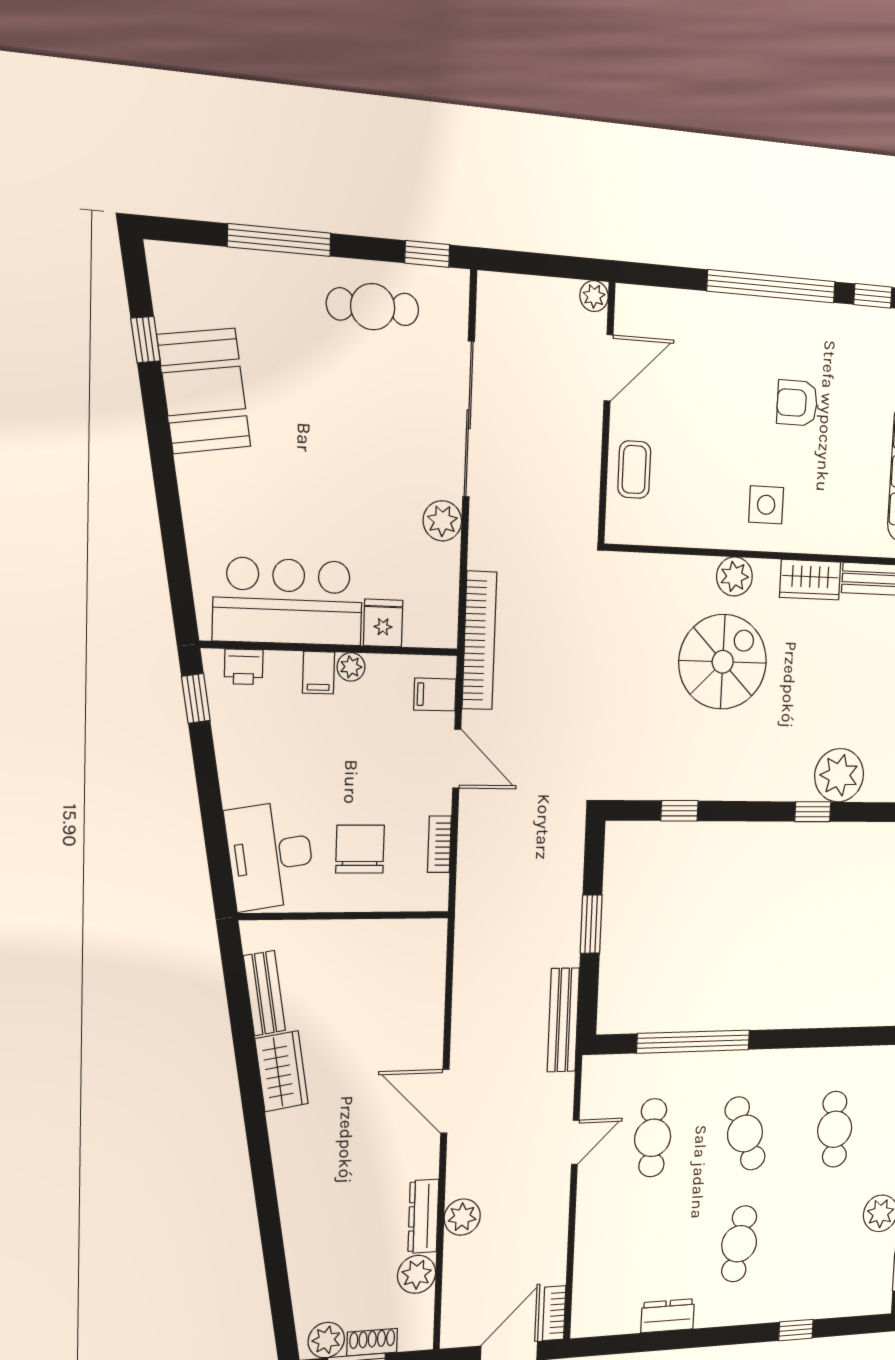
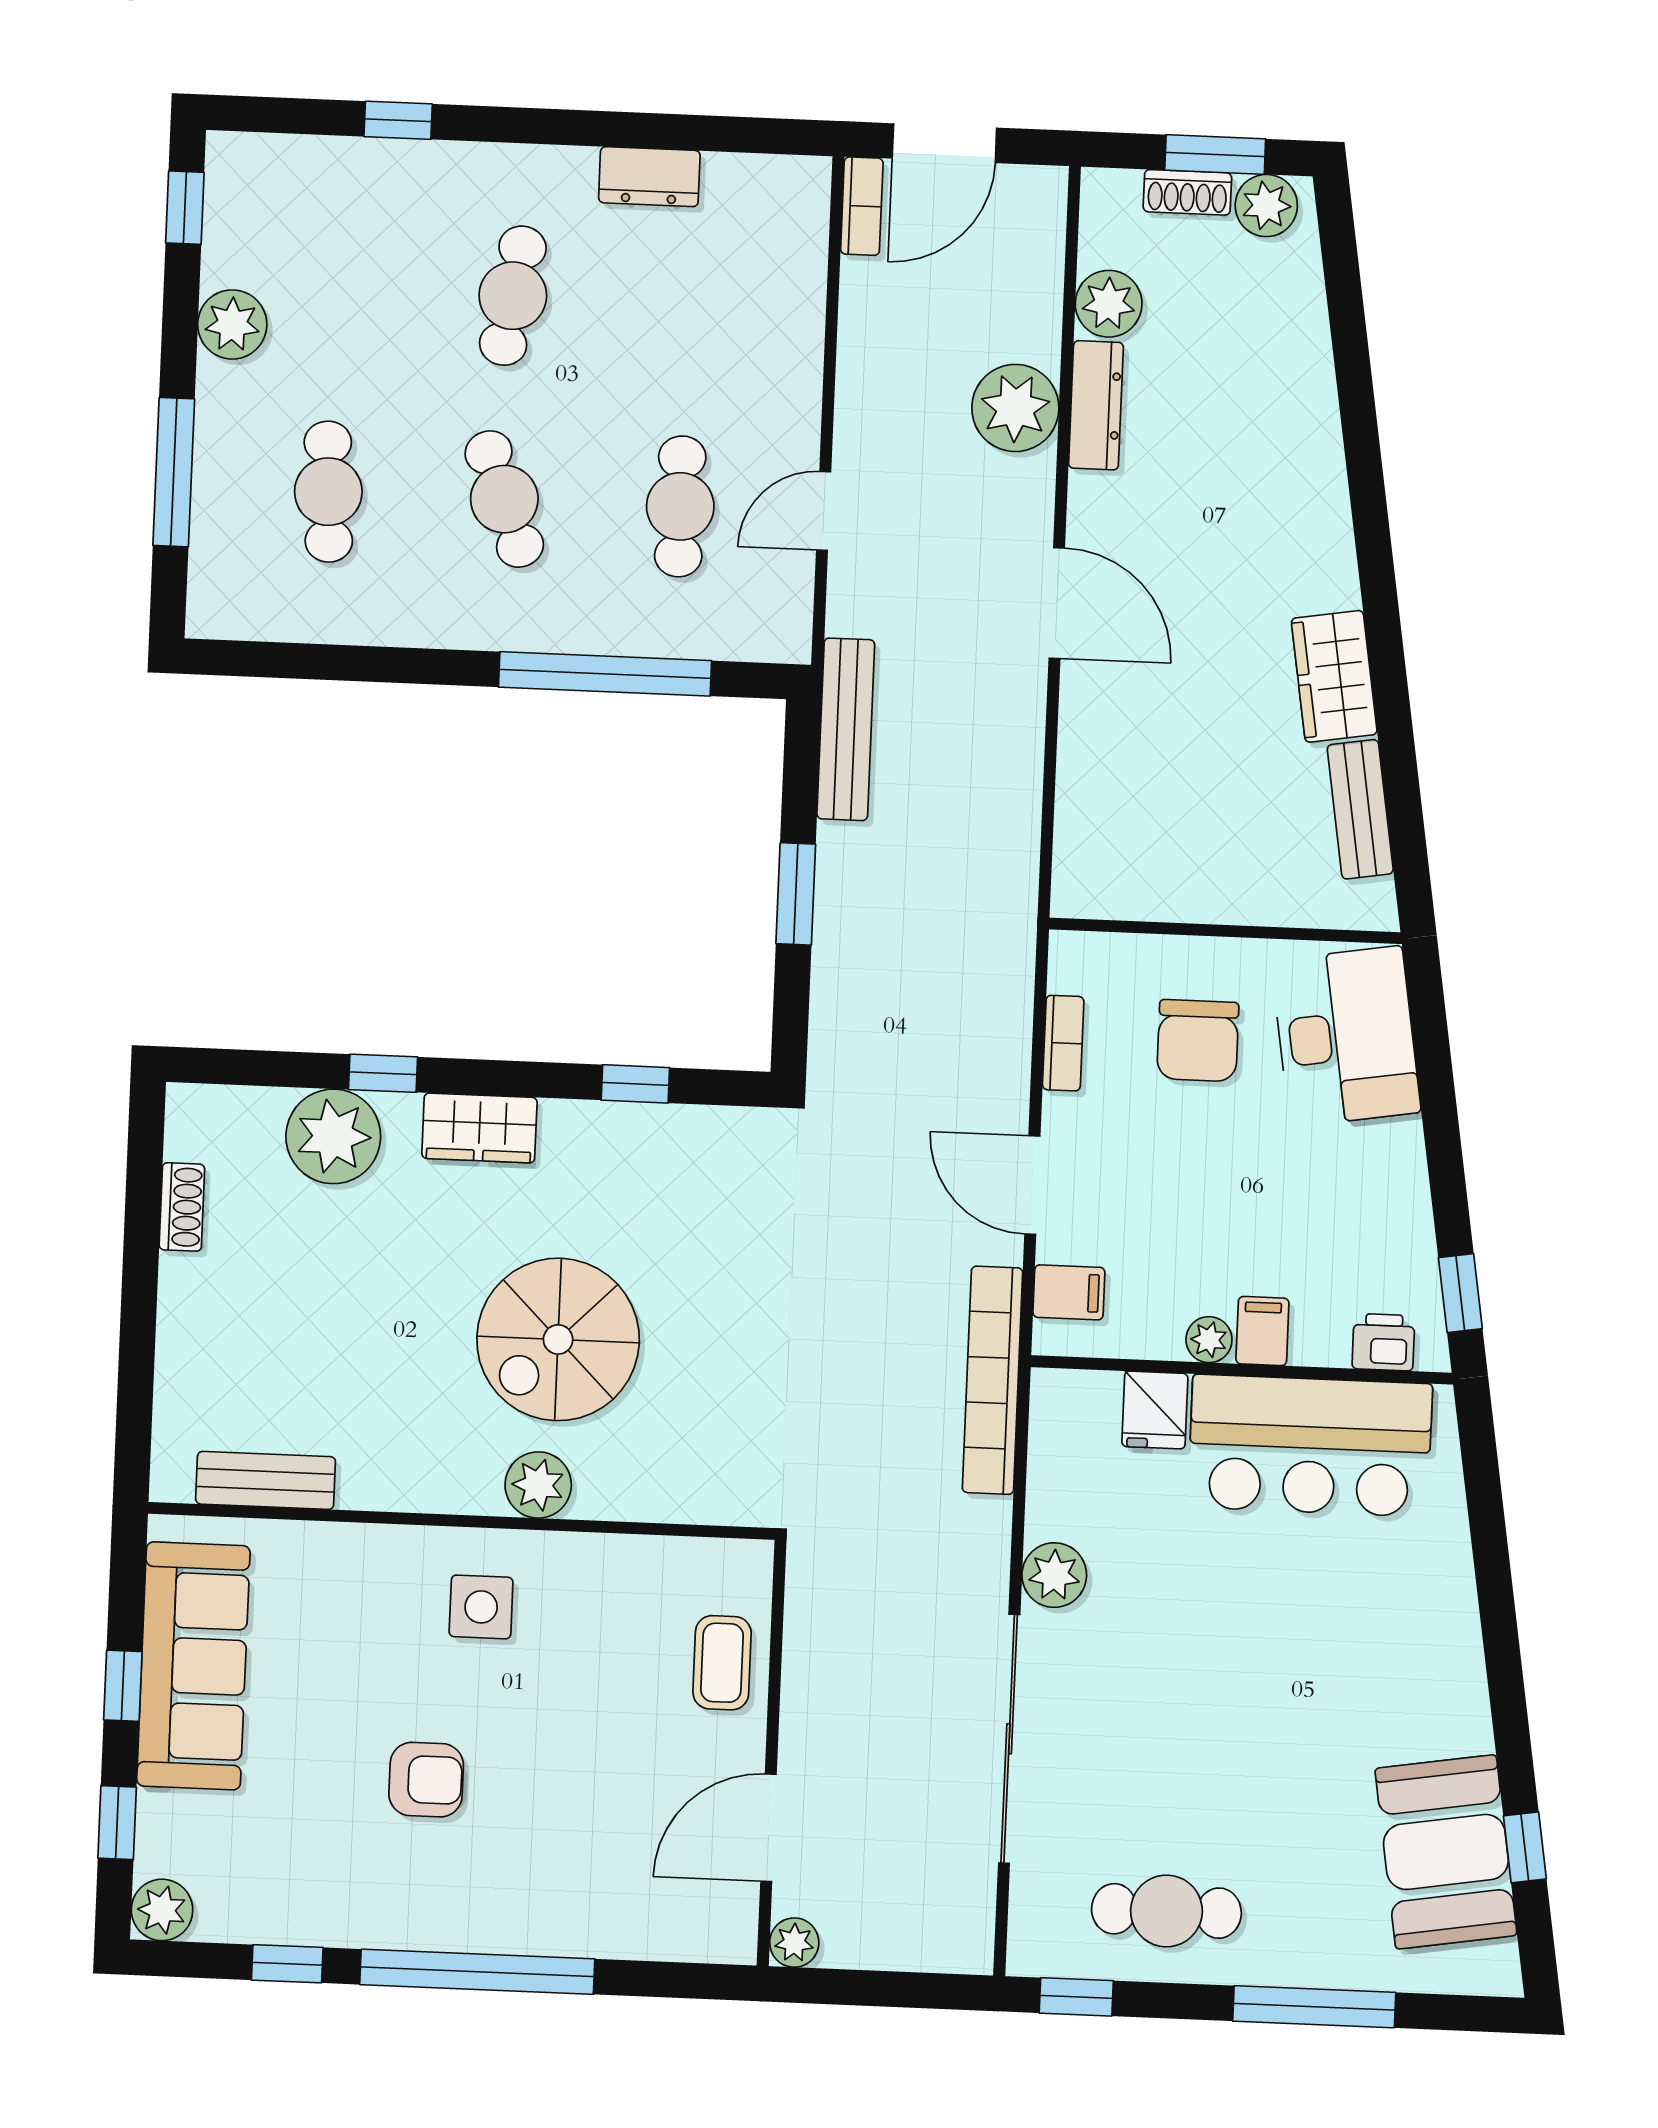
booth: (204, 391) -> (1446, 1852), moved
wardrobe: (810, 580) -> (479, 1128), moved, turned 180
plant: (462, 1217) -> (1015, 408), width x1.36, depth x1.36

